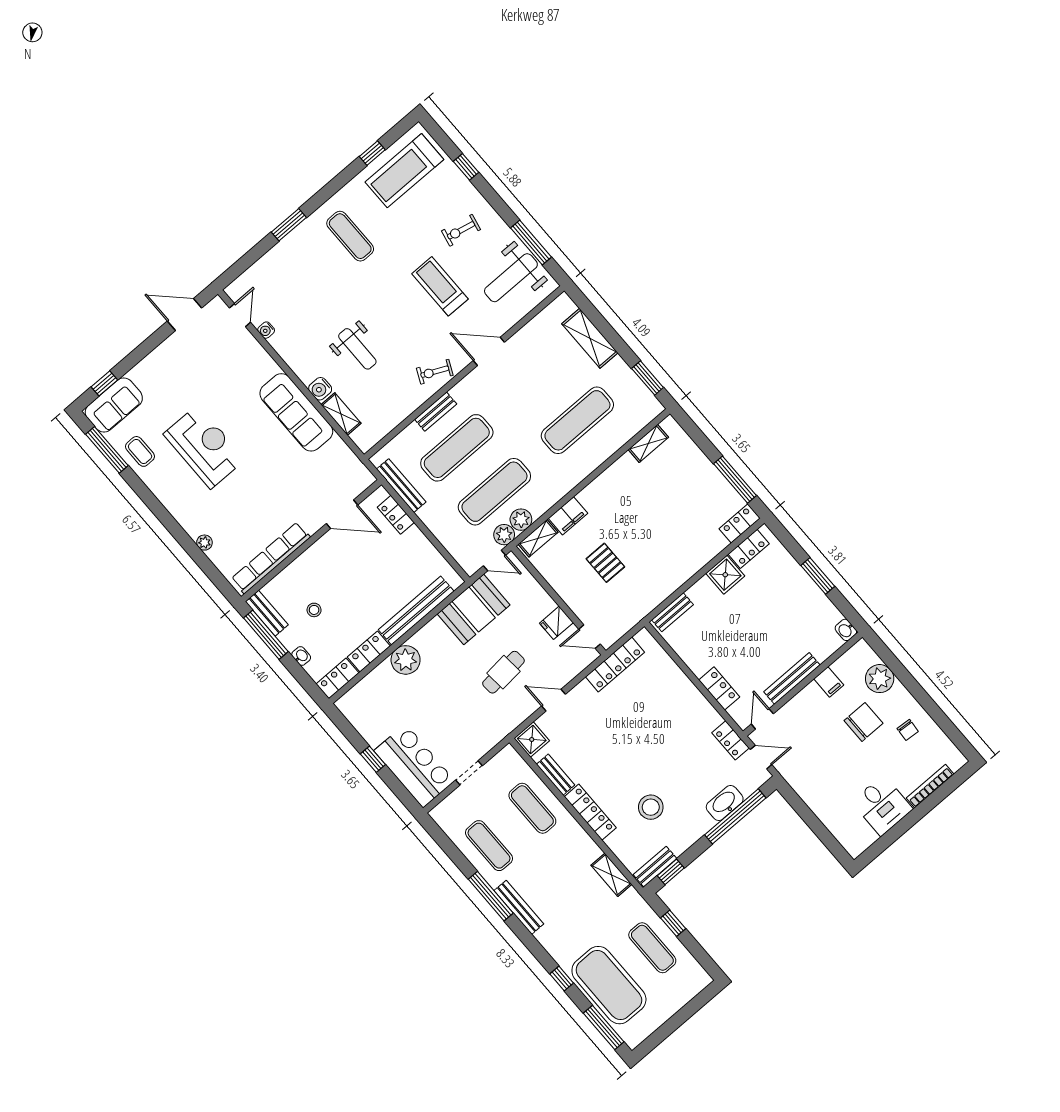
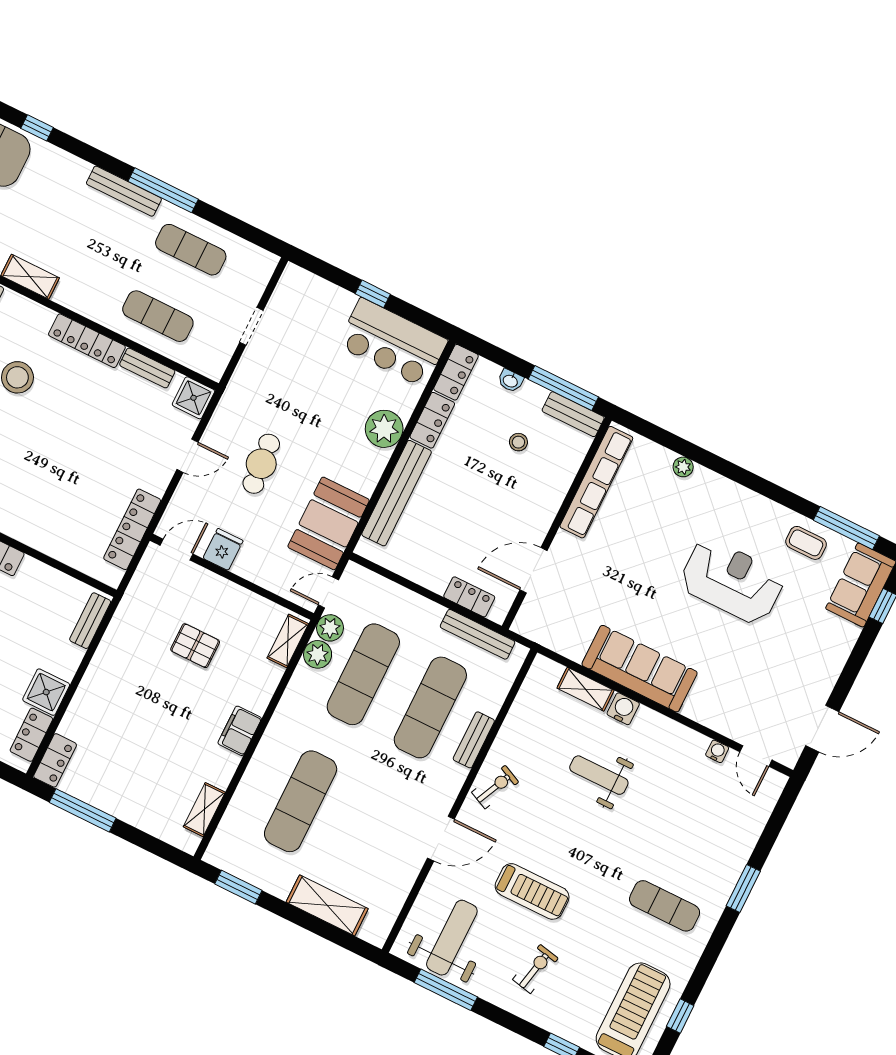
reception desk: (204, 447) -> (732, 581), turned 180
filing cabinet: (568, 516) -> (240, 731), moved
bar counter: (414, 766) -> (393, 343), moved

